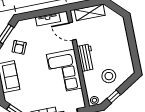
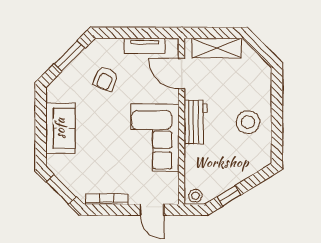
armchair: (19, 47) -> (106, 79), moved
stool: (109, 76) -> (248, 122), moved

